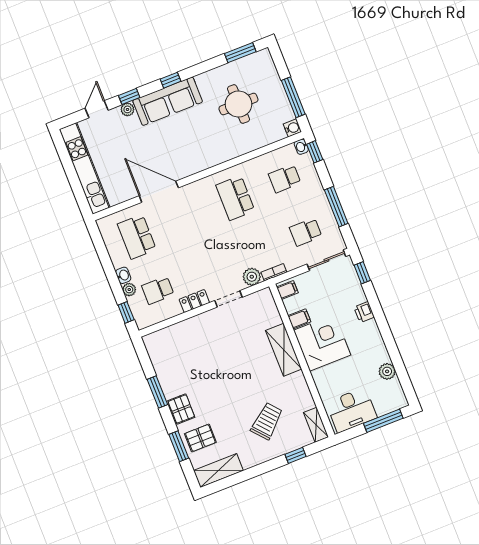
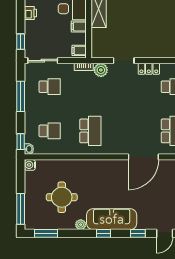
window: (293, 97) -> (21, 209), moved
plant: (127, 109) -> (81, 225), moved
door: (159, 192) -> (143, 157), hinge flipped

